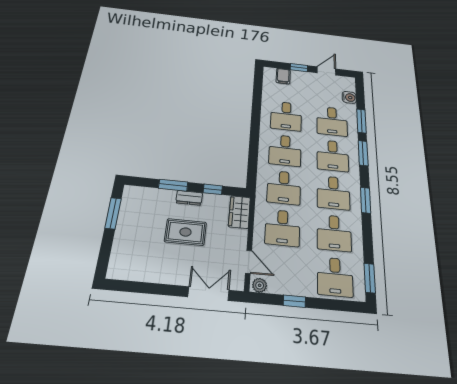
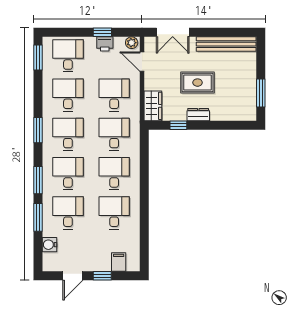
window: (173, 185) -> (214, 125), removed
bench: (144, 273) -> (226, 44), added
printer: (292, 287) -> (105, 44), added

